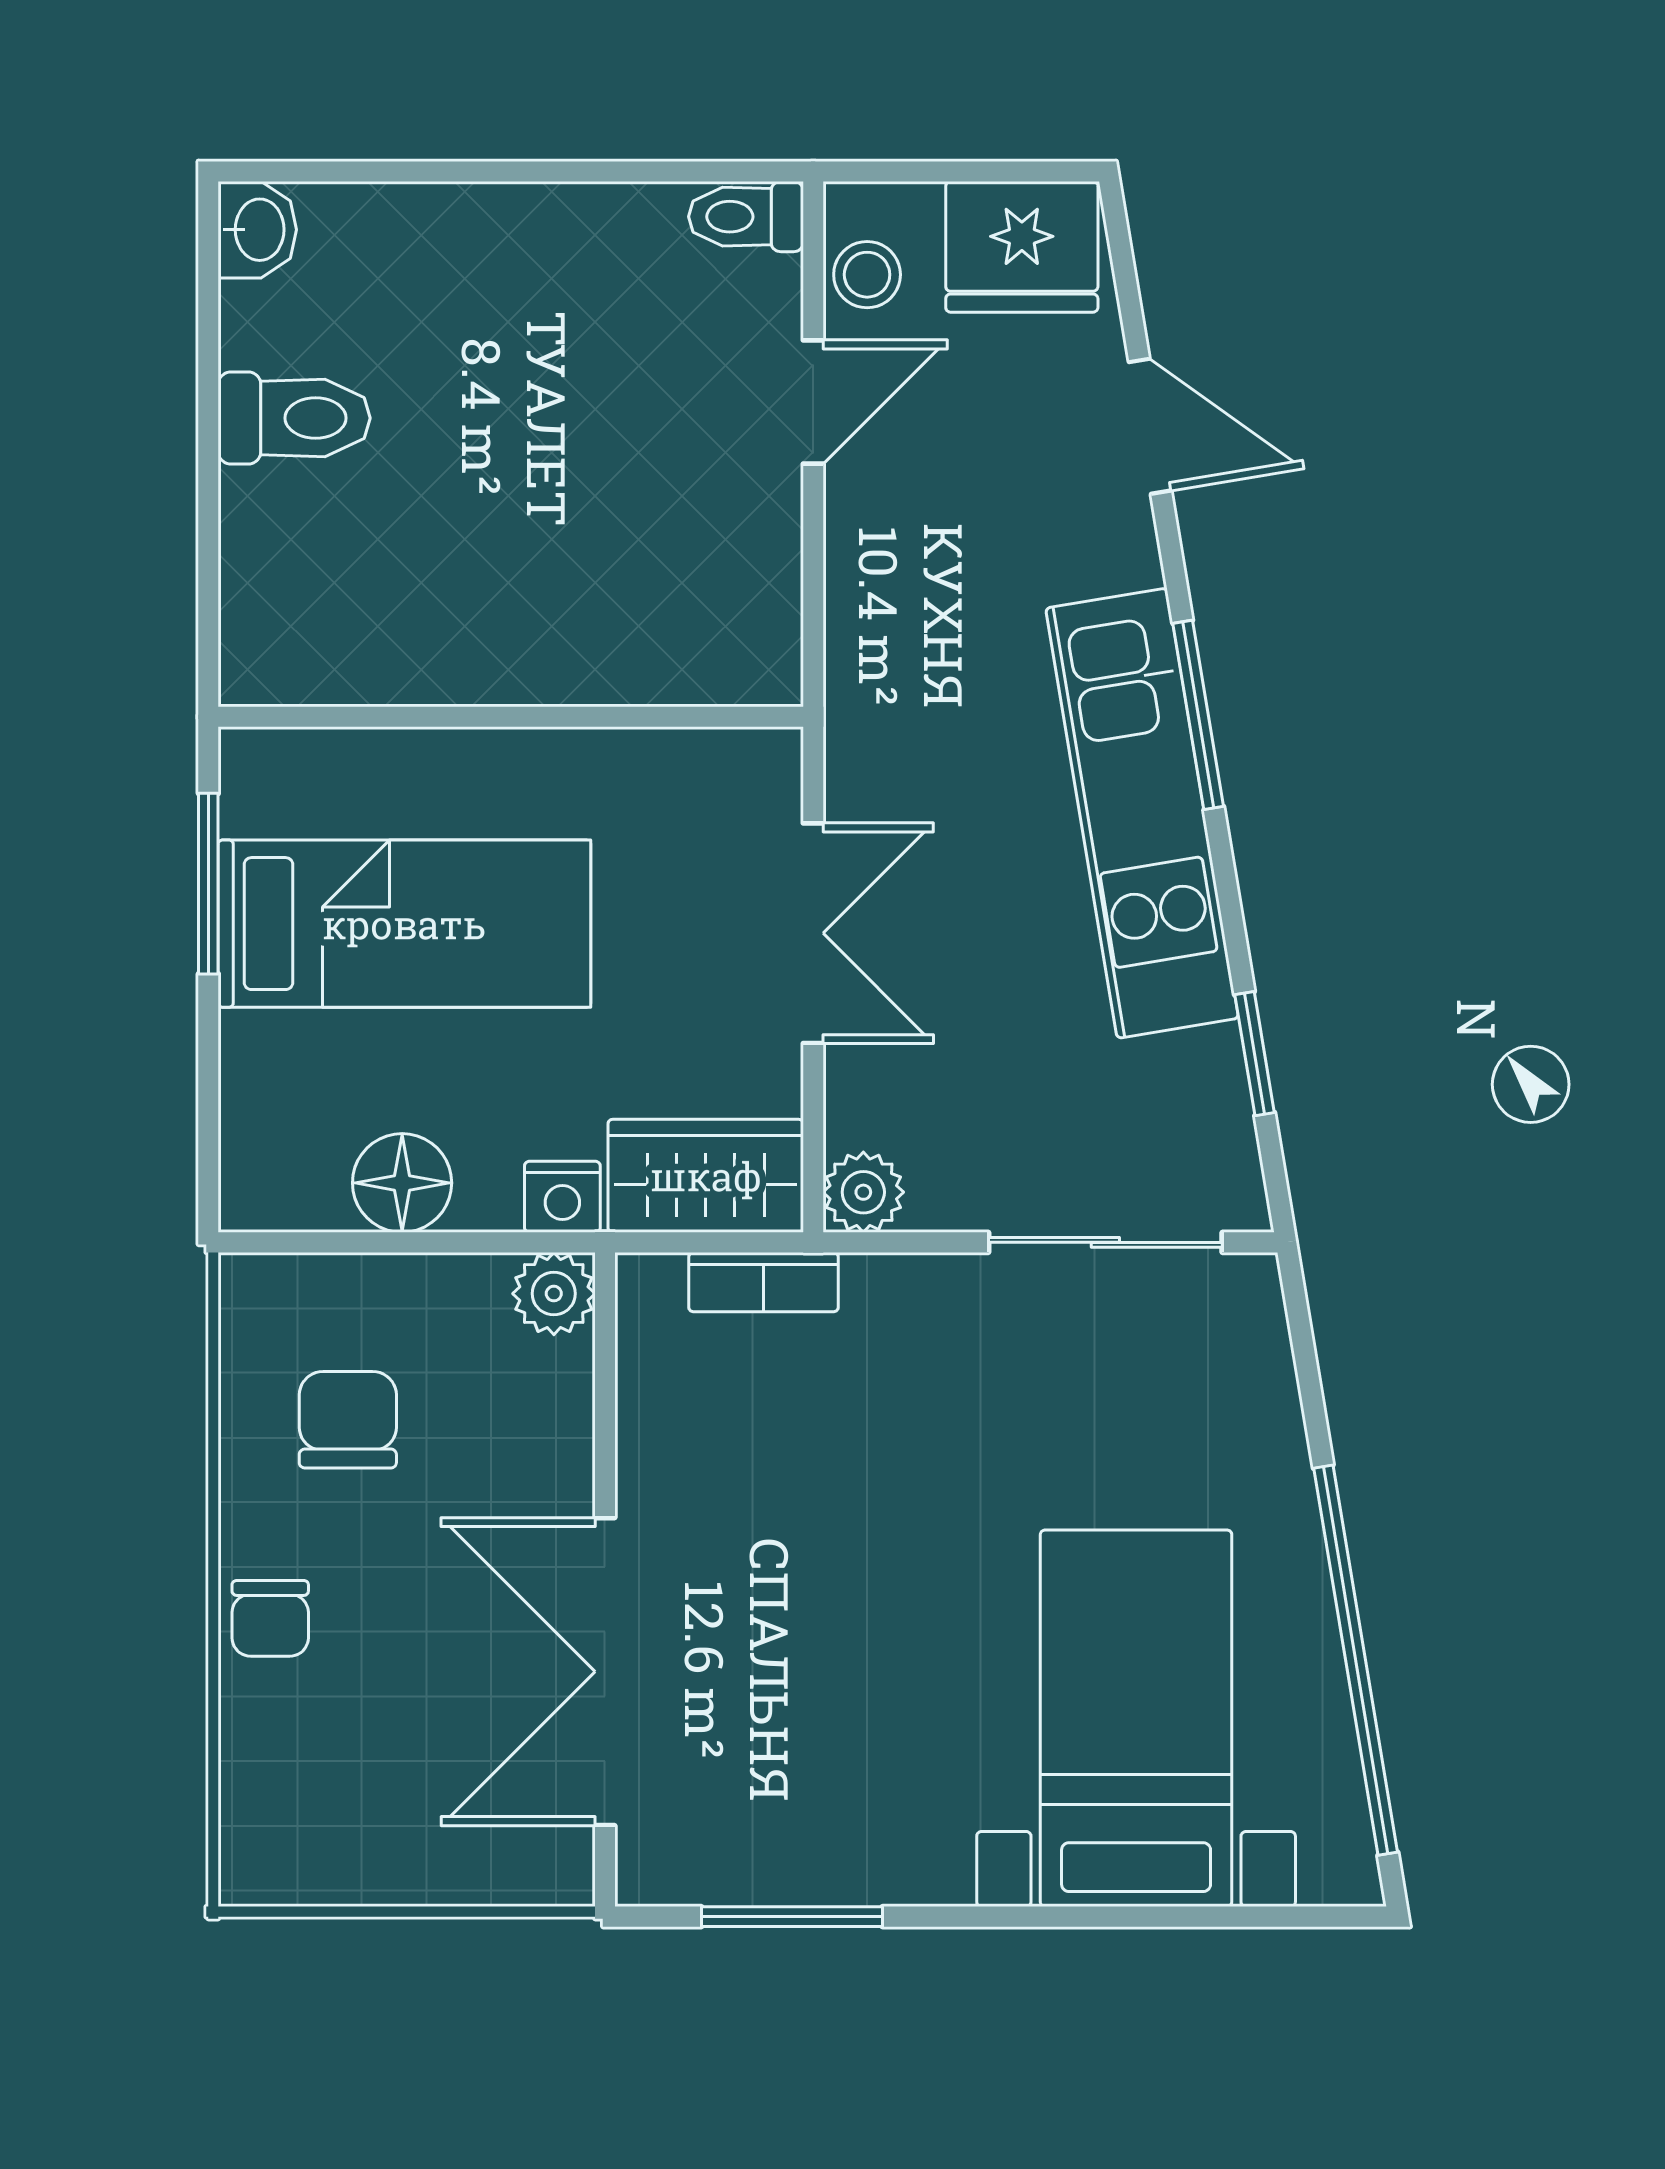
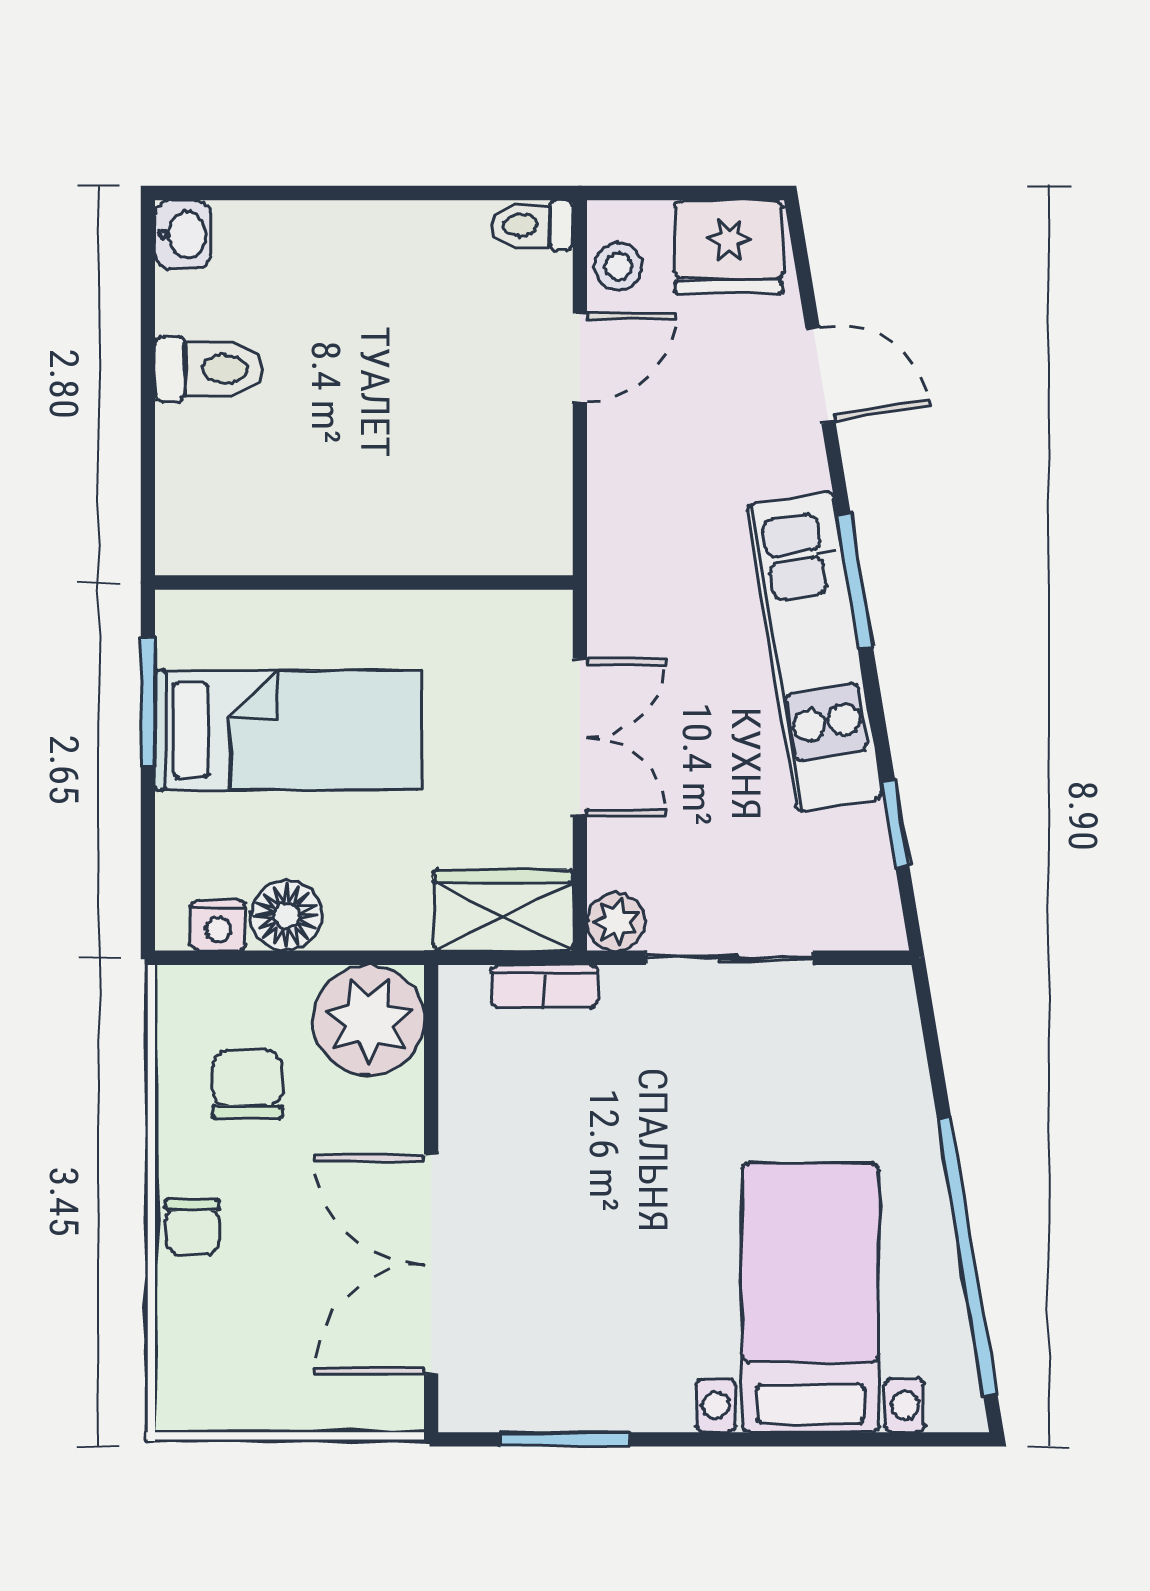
nightstand: (562, 1197) -> (218, 925), moved
sliding door: (1105, 1242) -> (729, 958), moved
plant: (554, 1294) -> (369, 1020), width x1.87, depth x1.87

